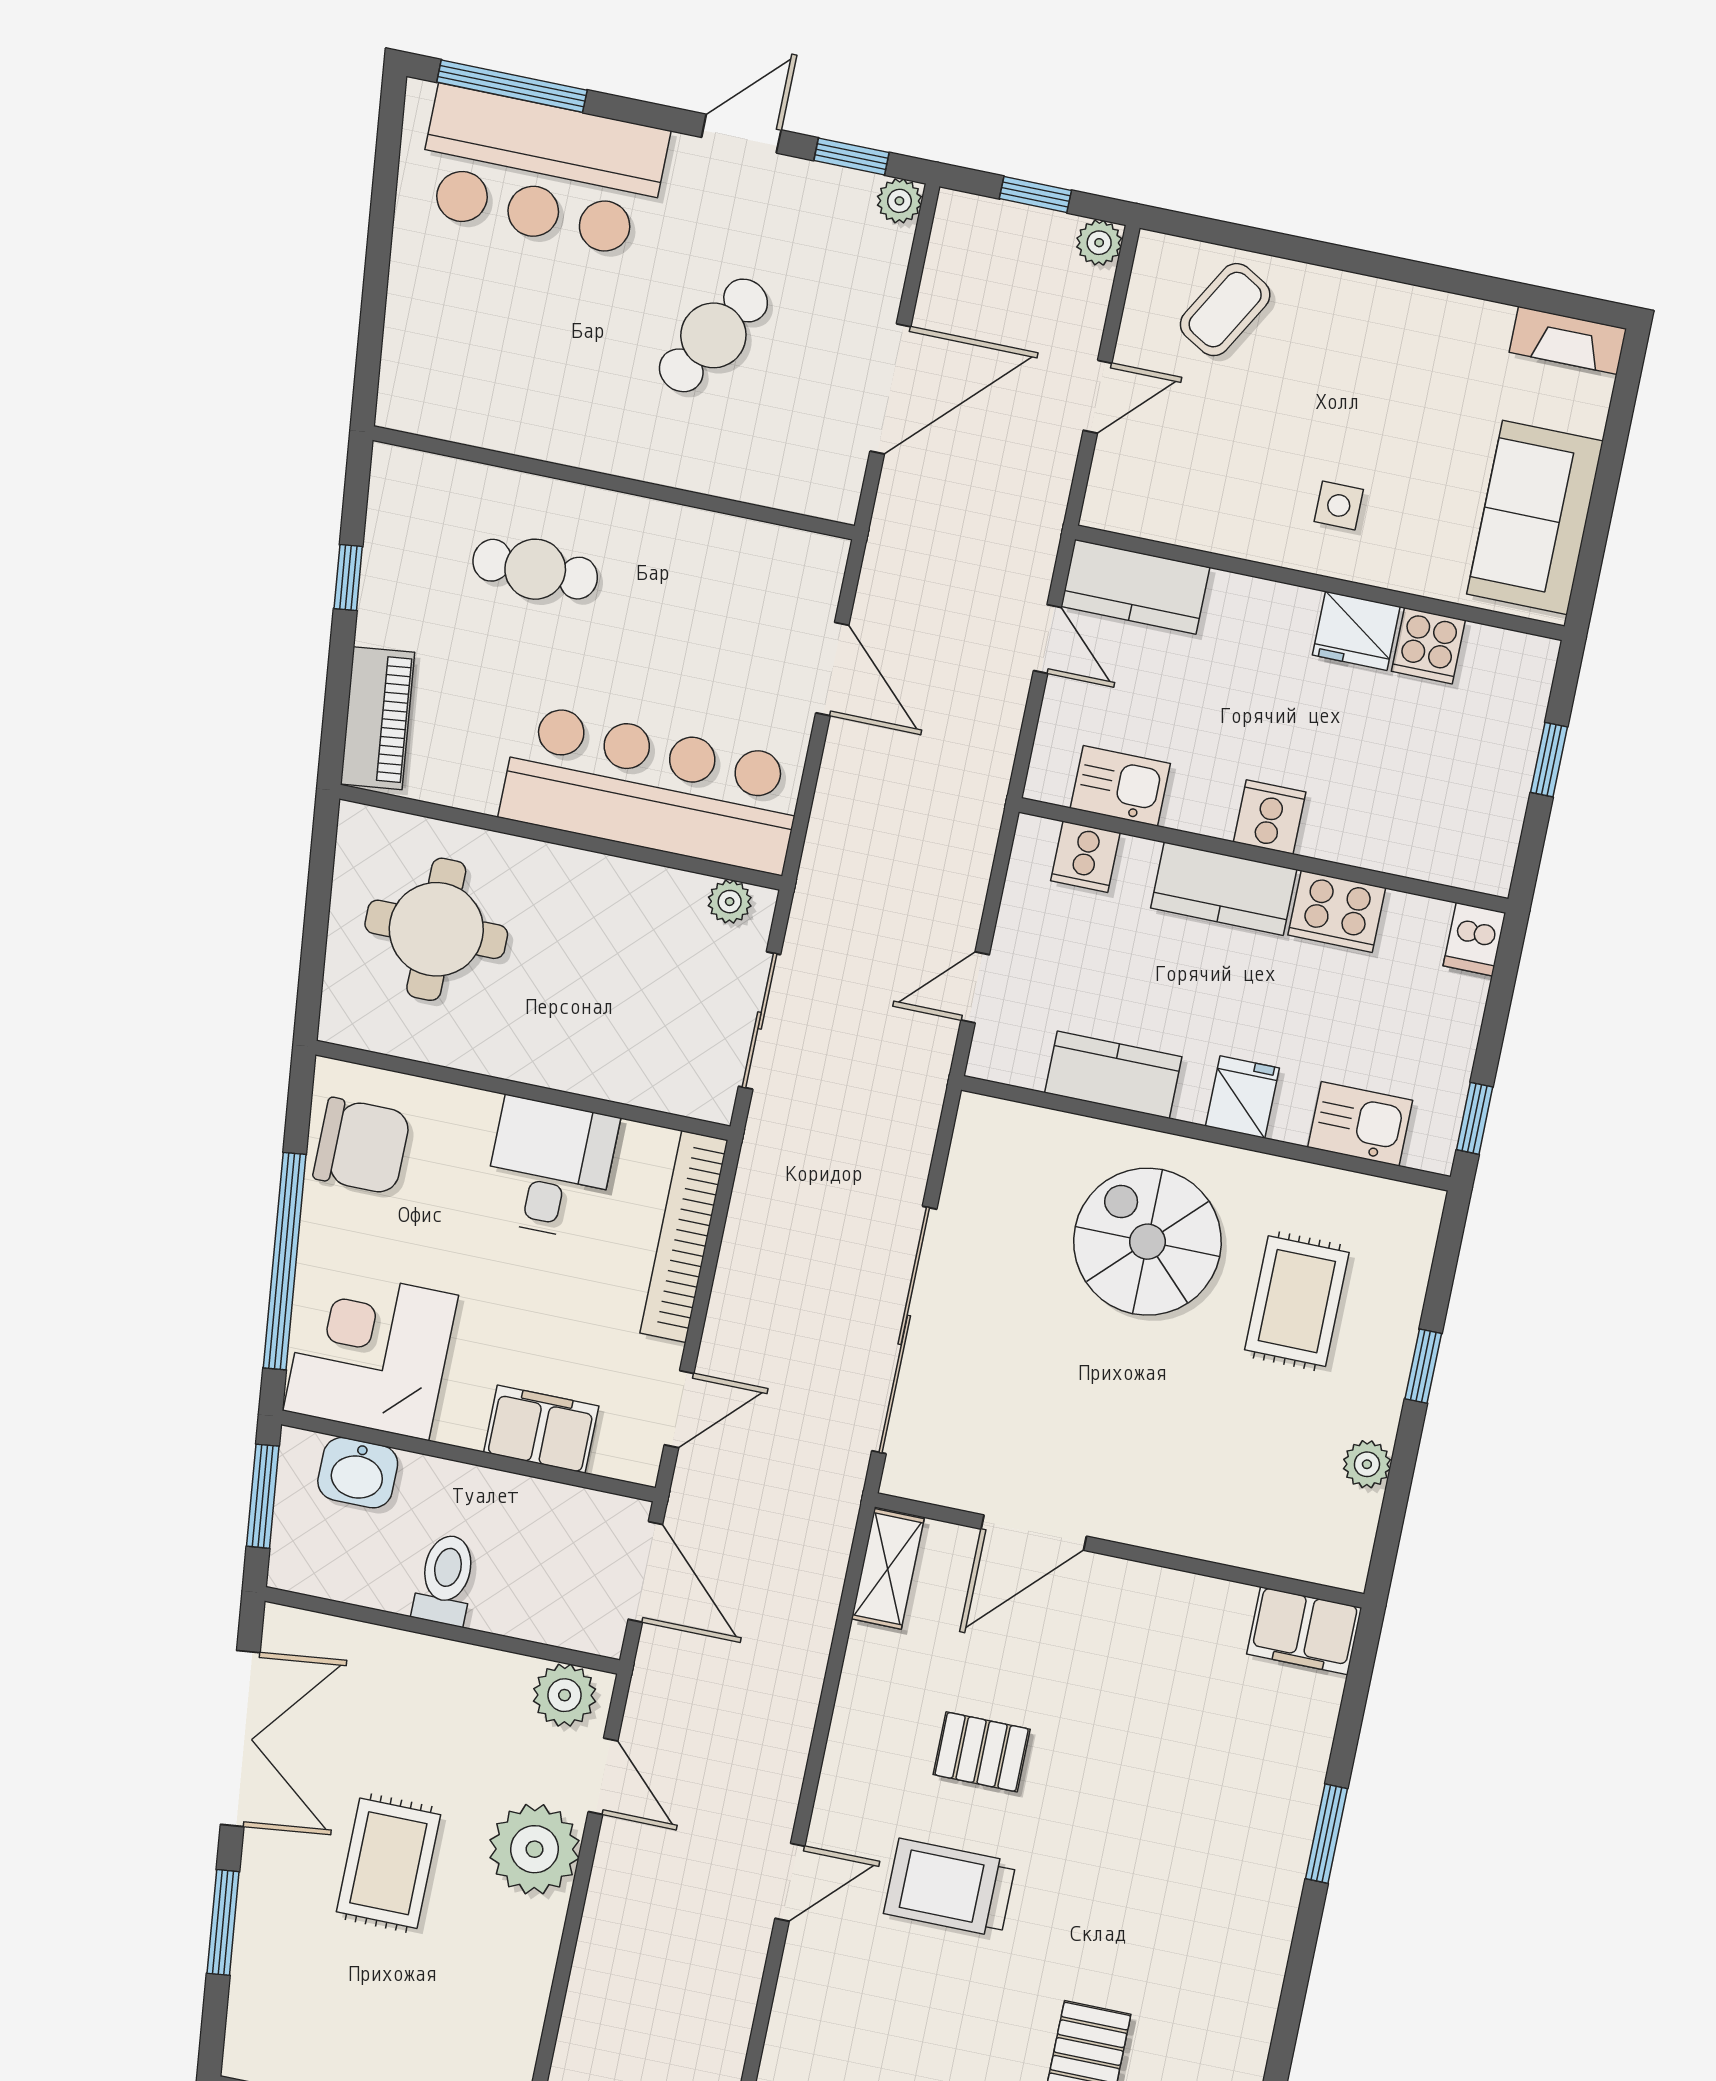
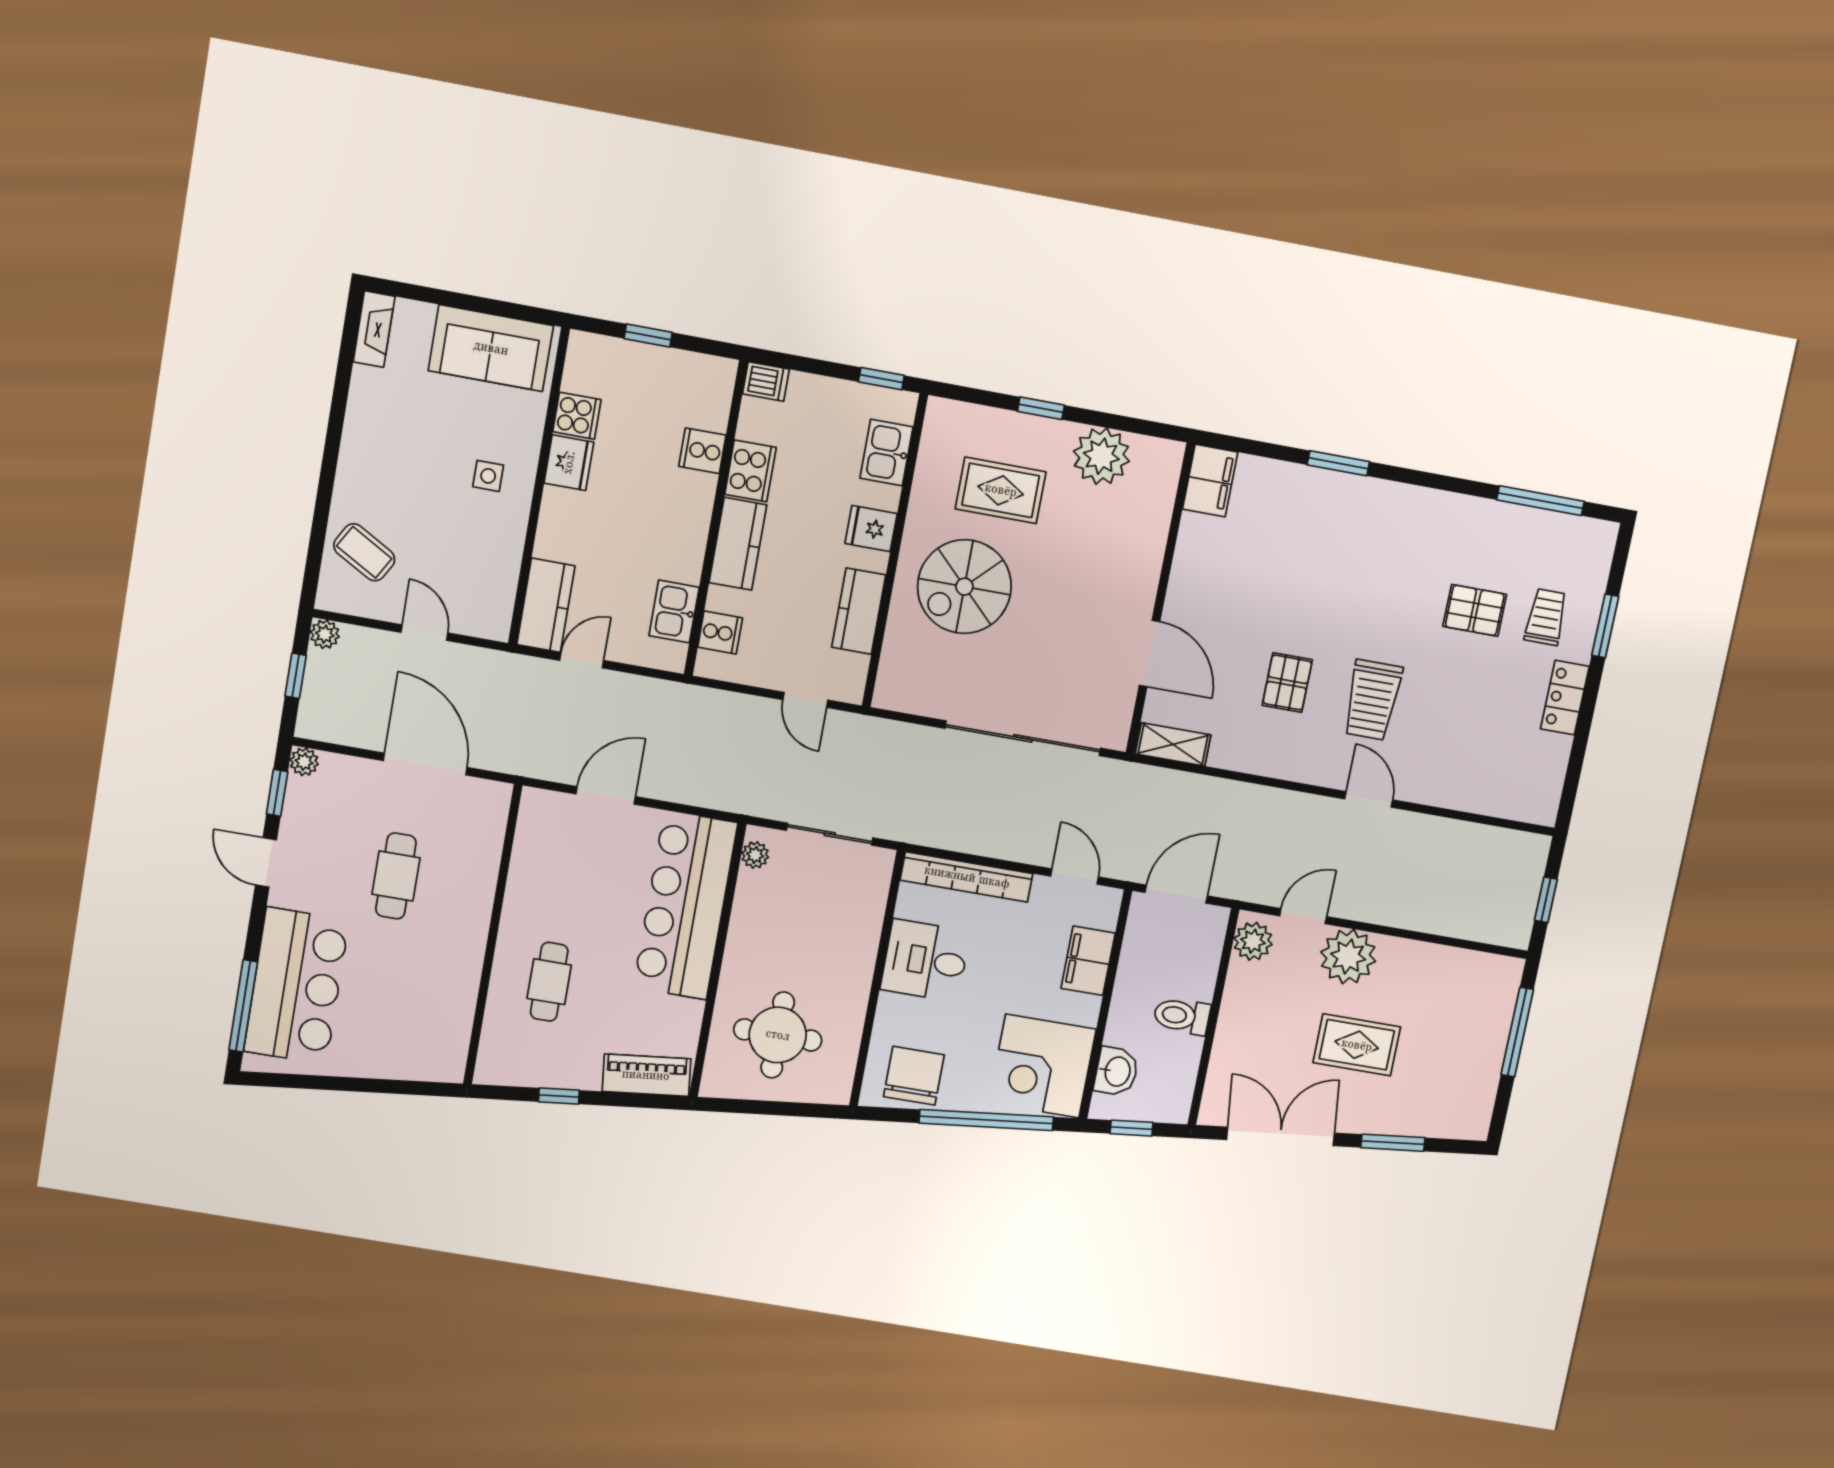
cafe table: (713, 335) -> (396, 876), turned 59
cooker: (1270, 817) -> (702, 451), moved
plant: (1367, 1464) -> (1101, 456), width x1.87, depth x1.87
window: (263, 1496) -> (1132, 1128), width x0.67

